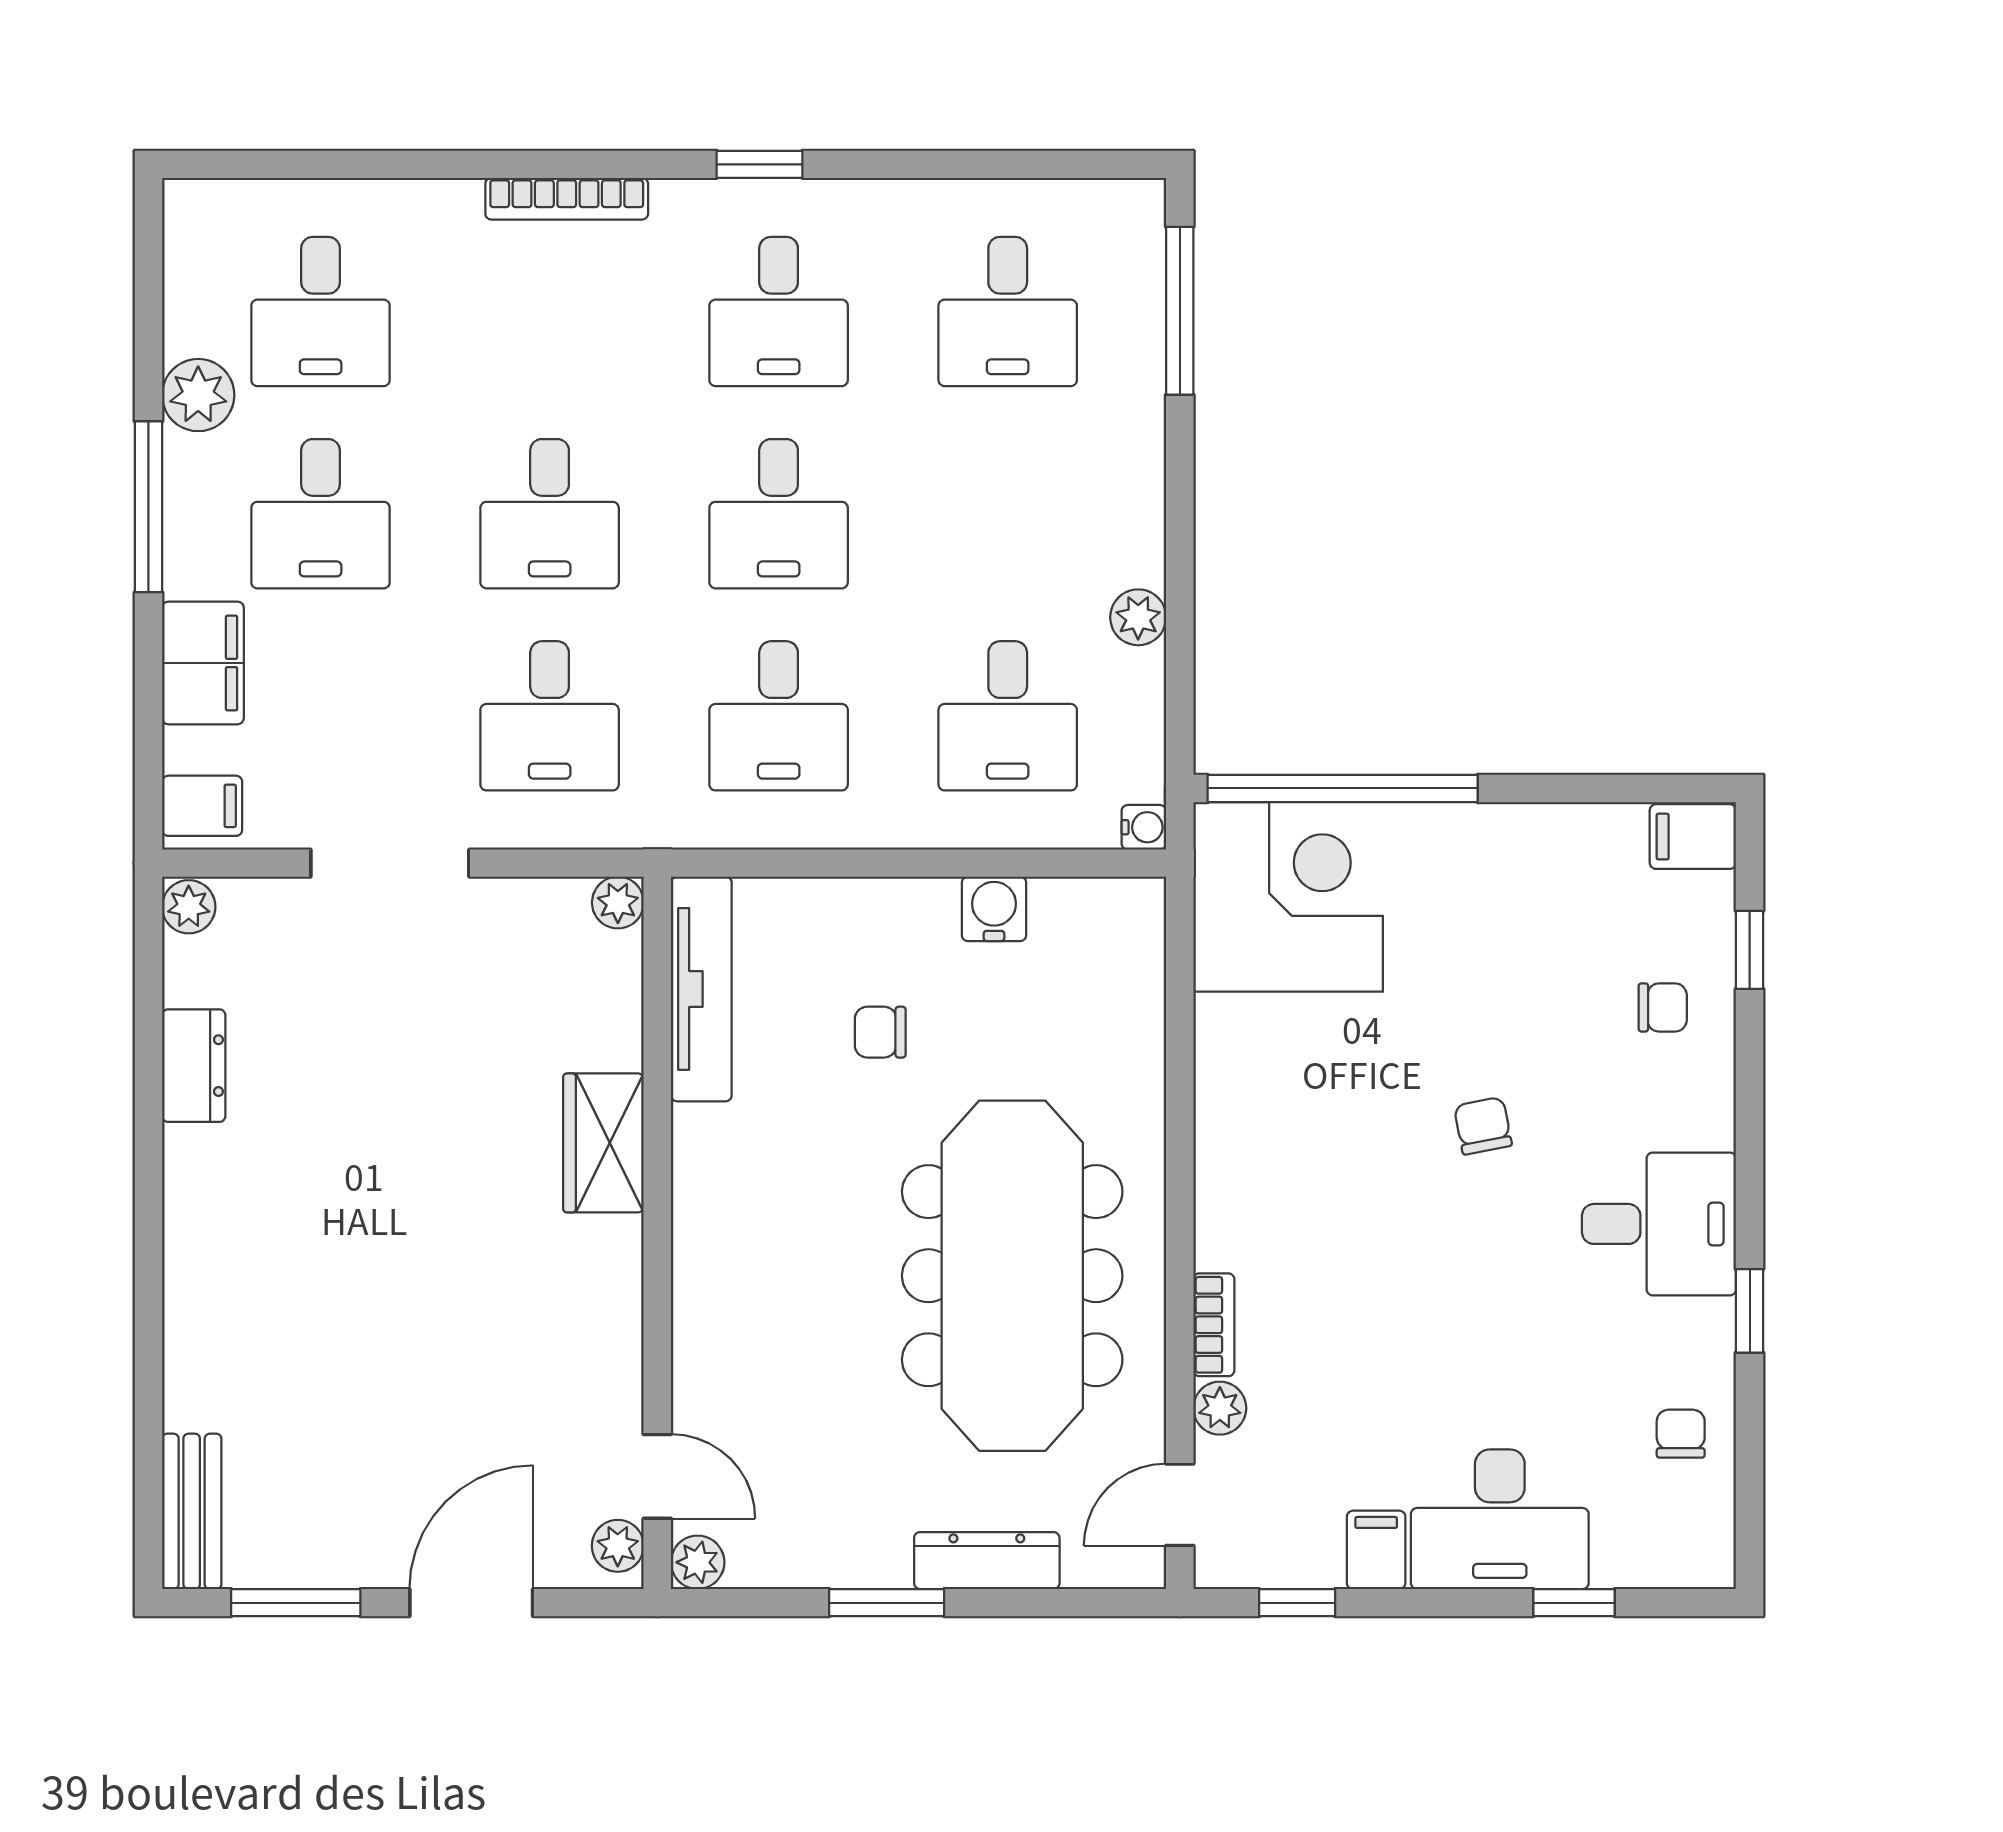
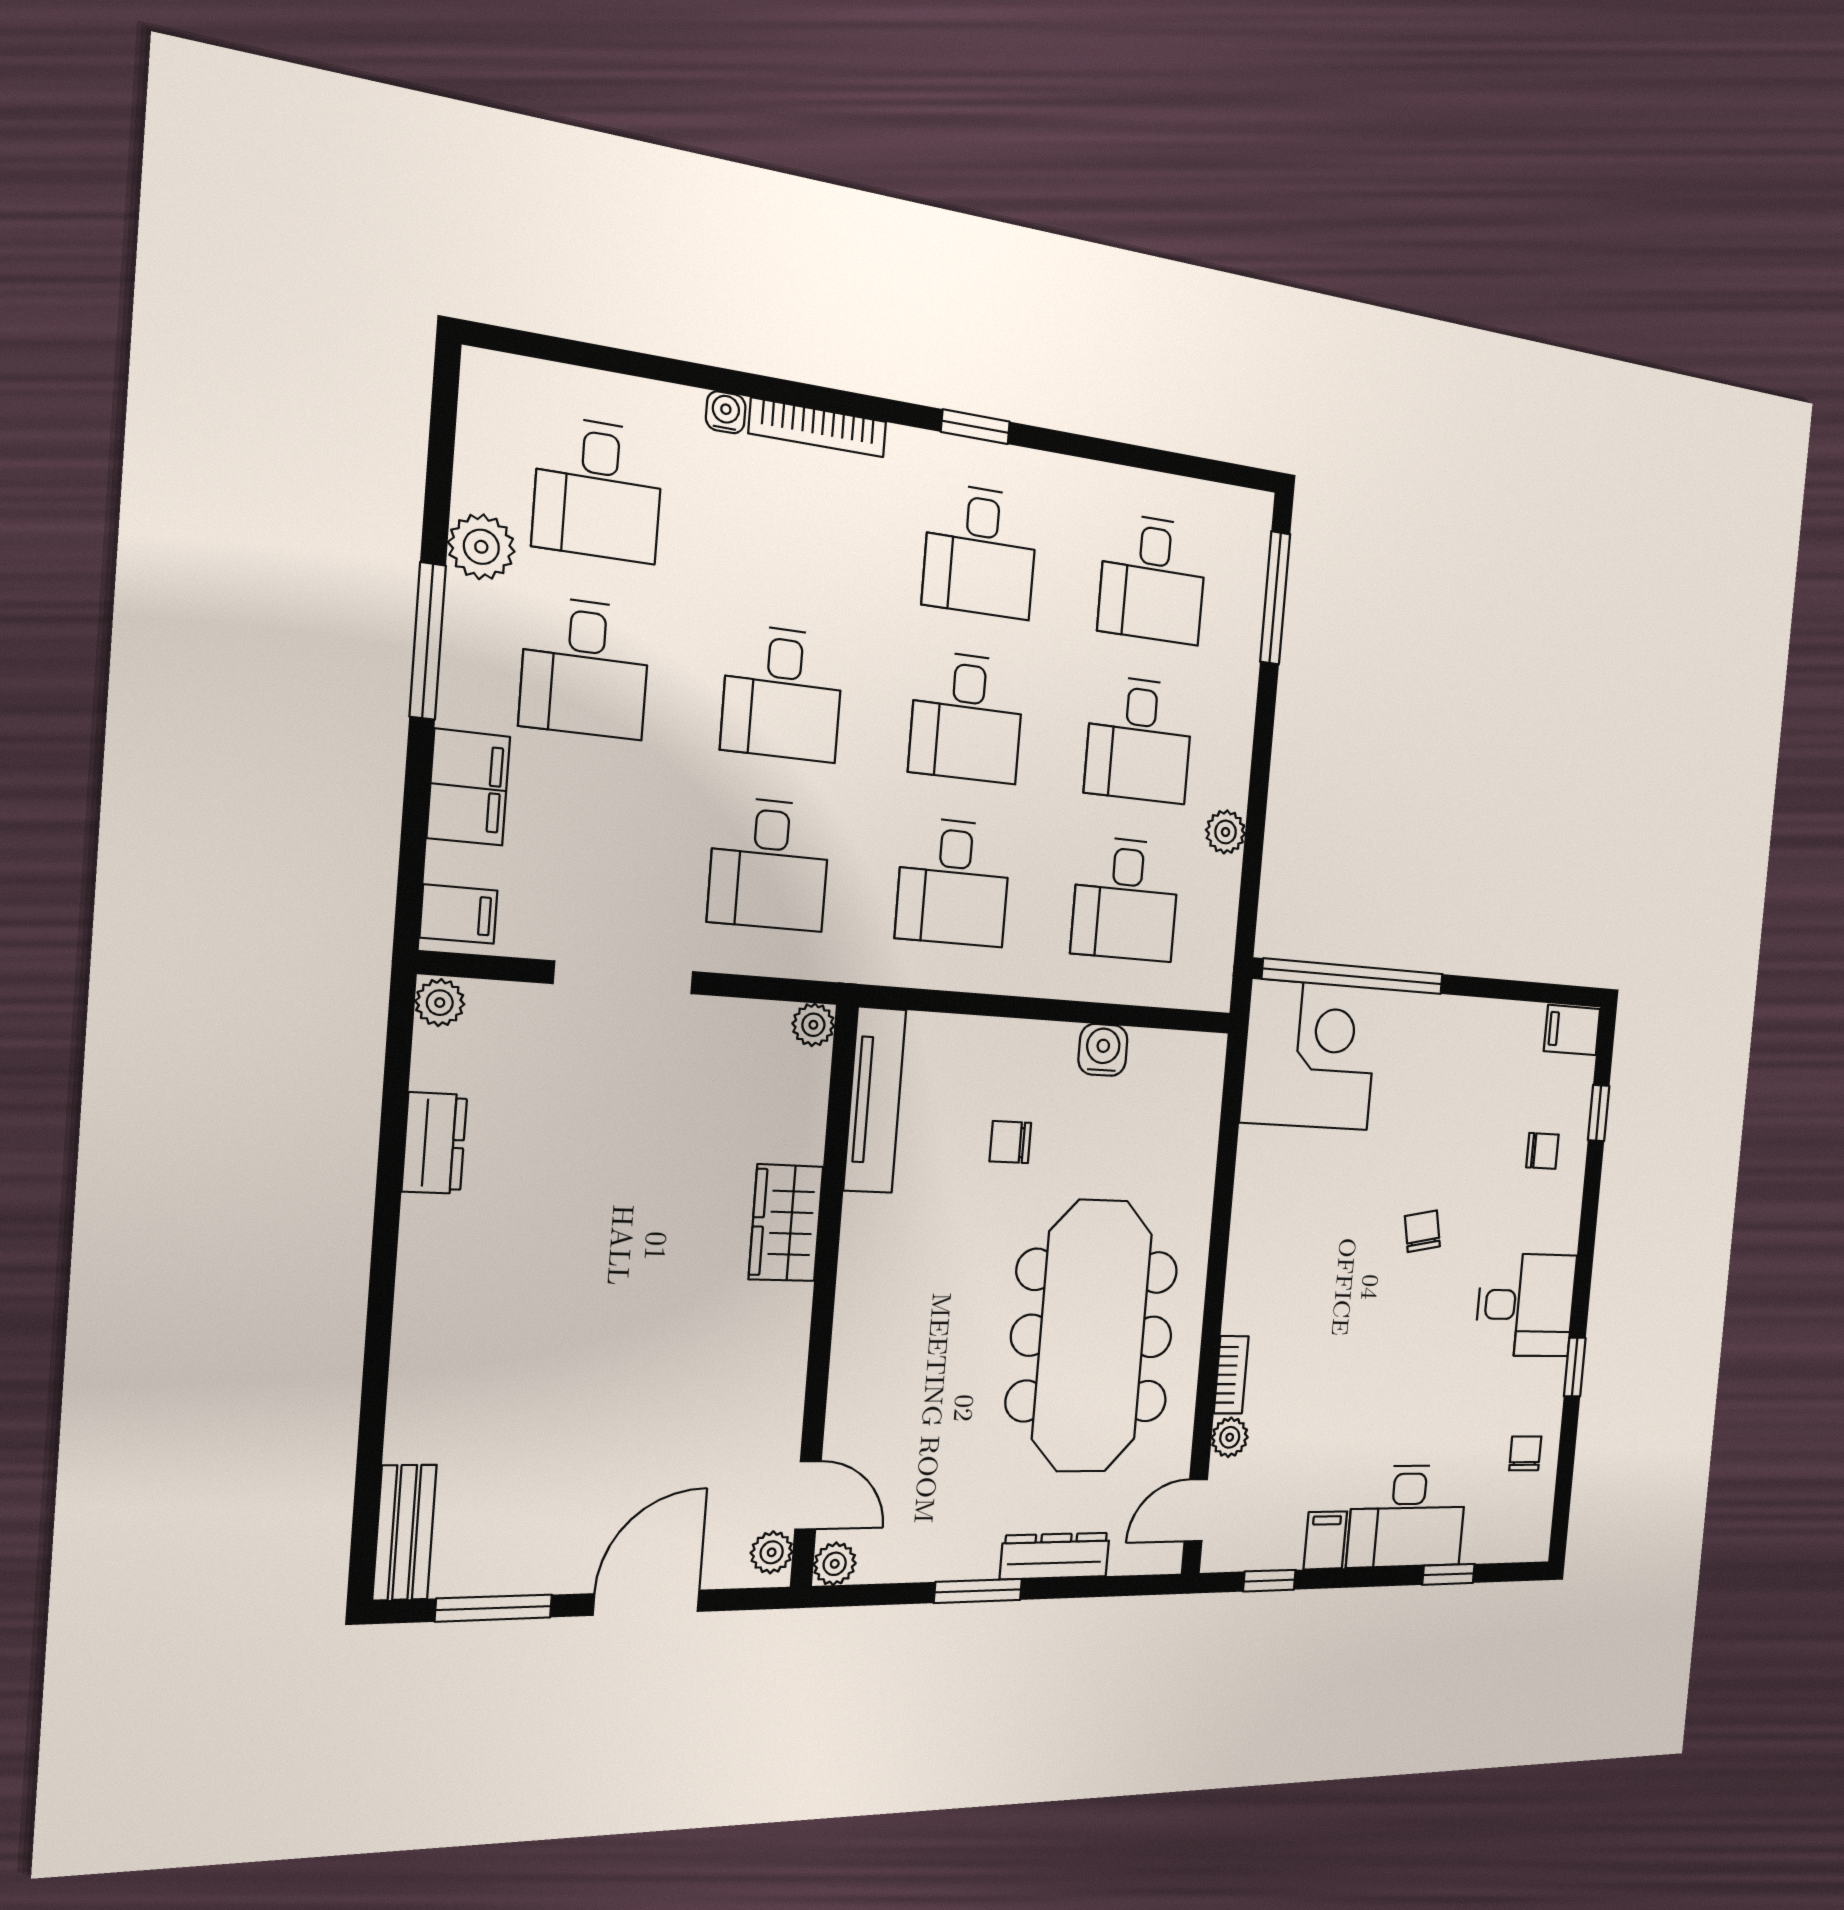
desk: (1008, 514) -> (1139, 739), added
water cooler: (1144, 827) -> (726, 412), moved, turned -90

